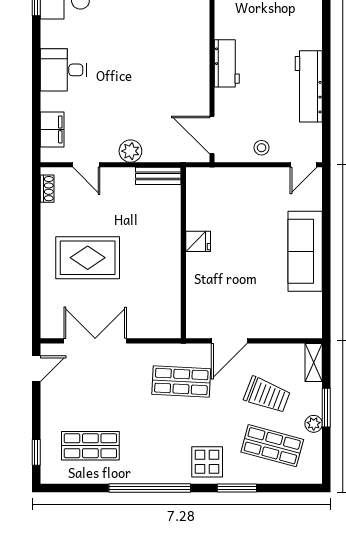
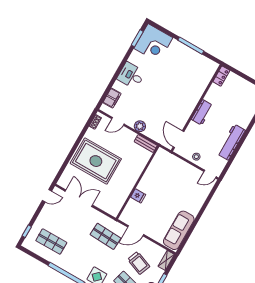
door: (86, 165) -> (118, 121), hinge flipped
fridge: (198, 241) -> (138, 196), moved
sofa: (305, 251) -> (179, 230), moved
rug: (88, 258) -> (96, 161), width x1.37, depth x1.44

